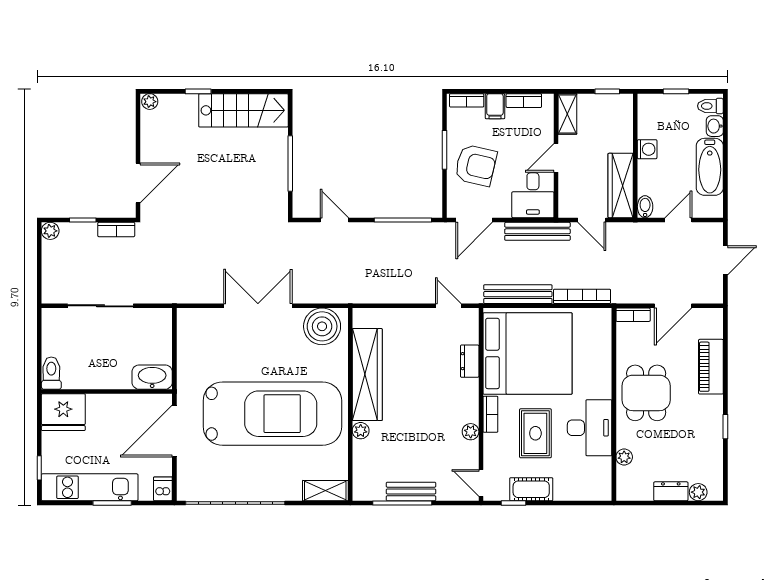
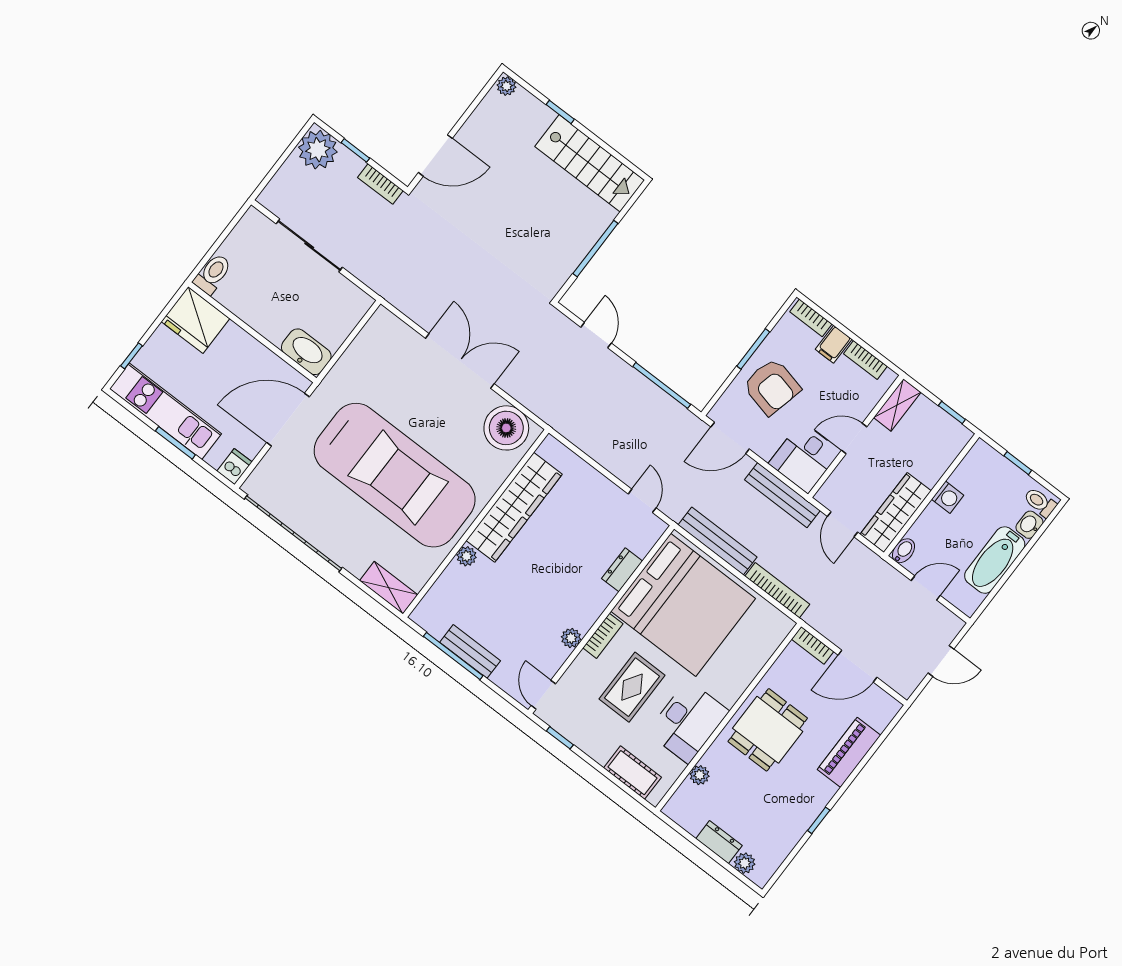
plant: (50, 231) -> (318, 150), width x1.88, depth x1.88
cot: (531, 489) -> (632, 773), moved

